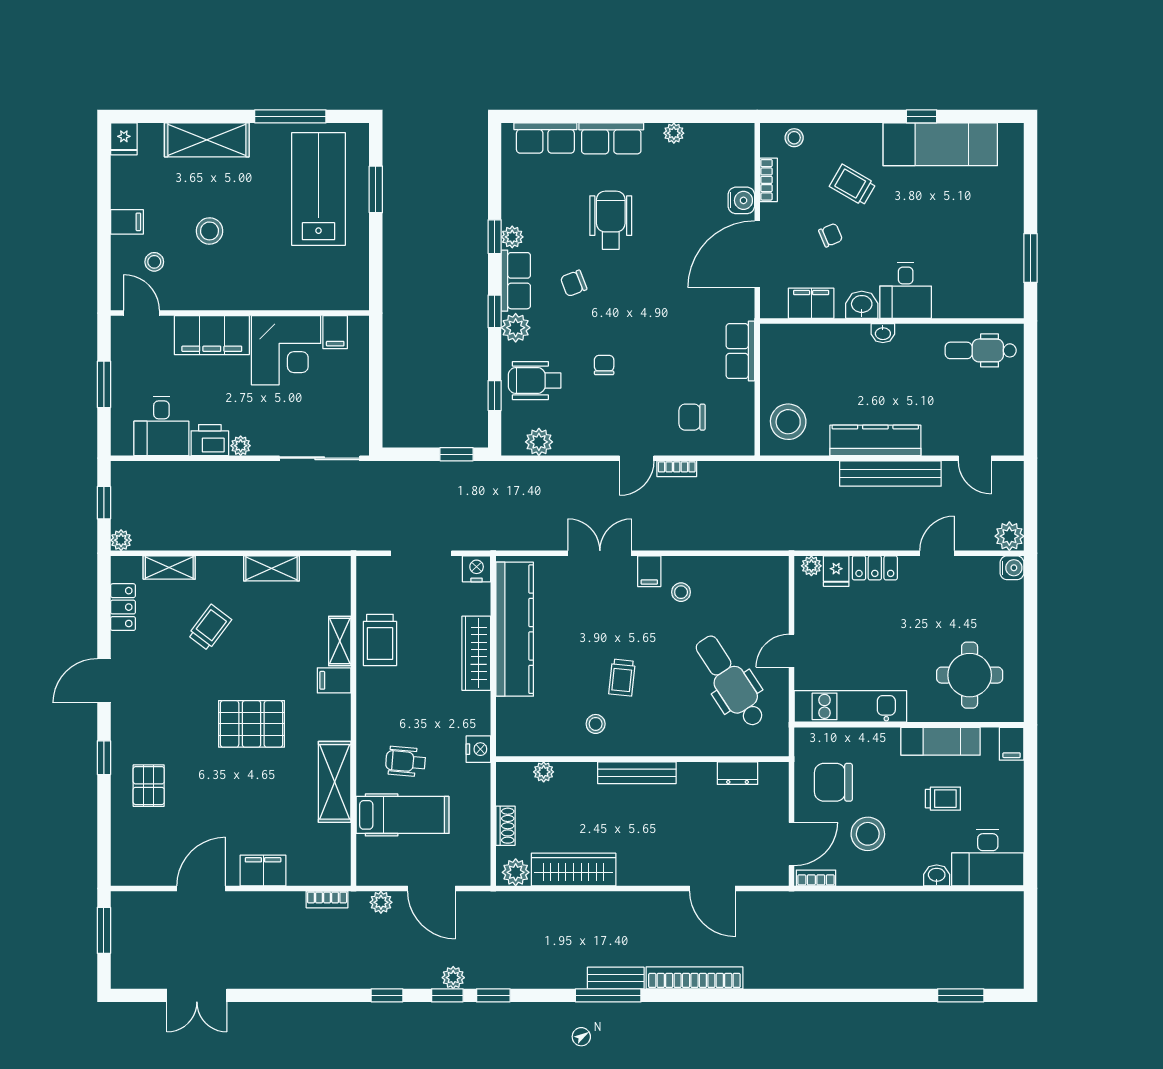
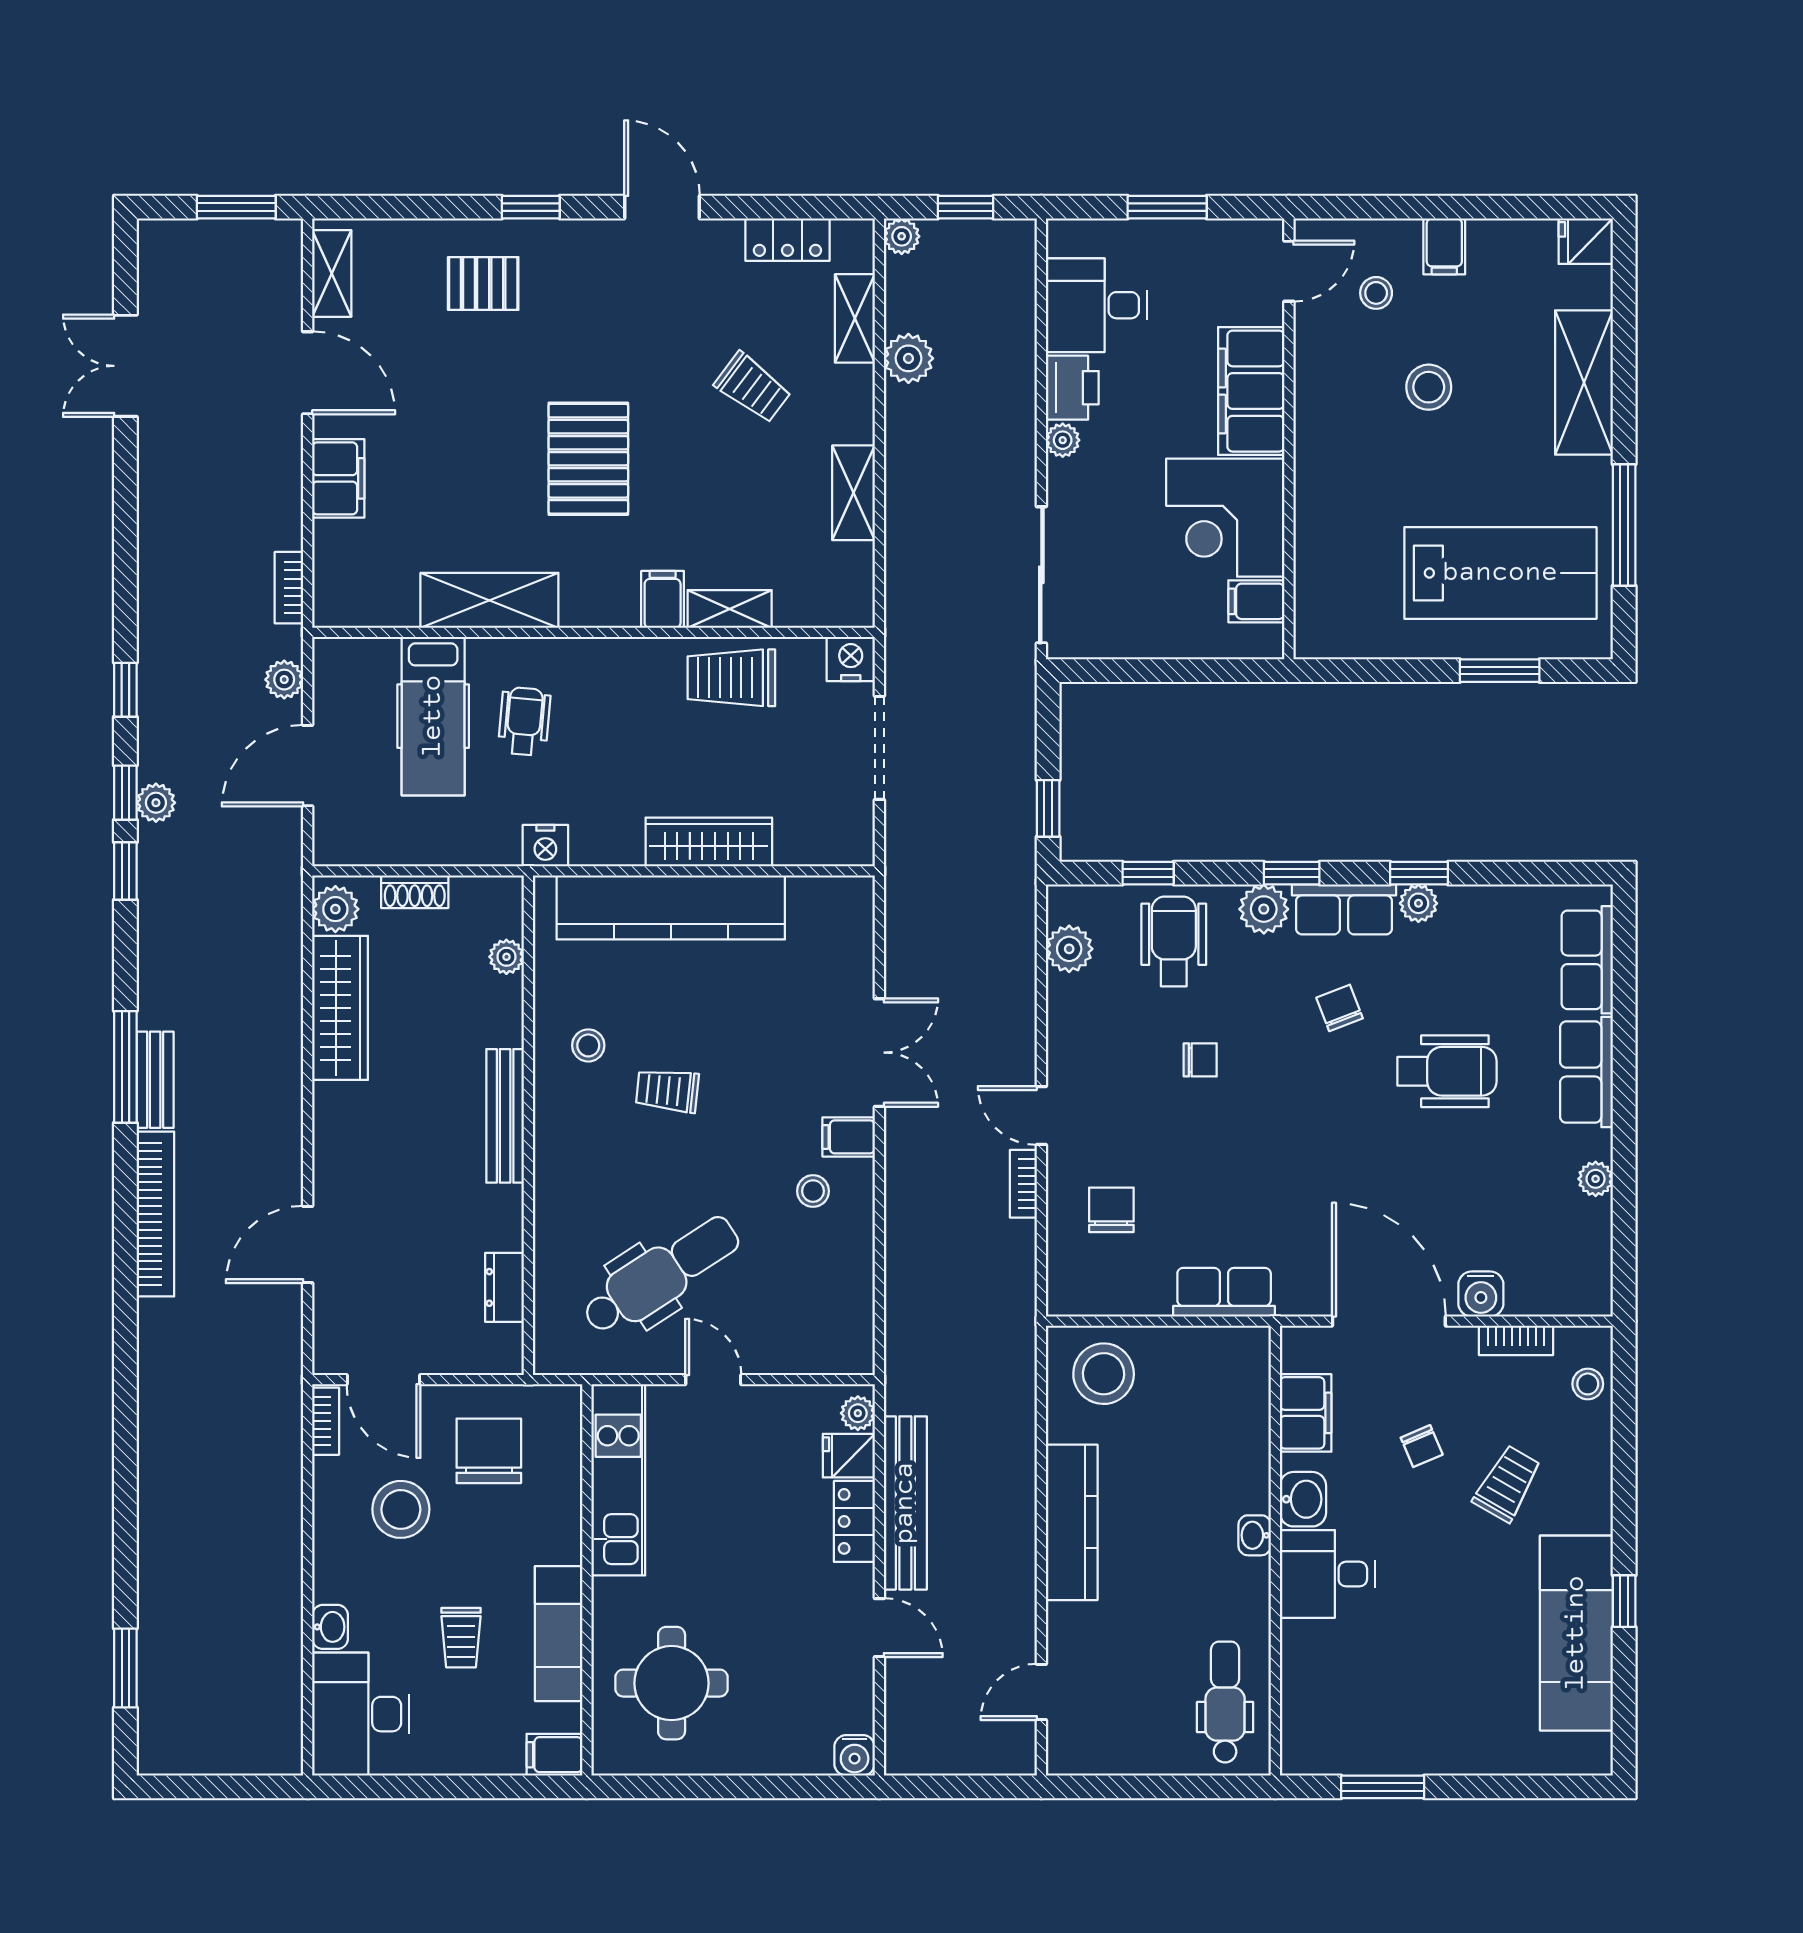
bench: (890, 473) -> (905, 1503), moved
plant: (1009, 536) -> (908, 358), moved
nightstand: (477, 569) -> (851, 659), moved, turned -90
kitchen counter: (515, 629) -> (671, 907), moved
shelving: (143, 874) -> (332, 273), added

